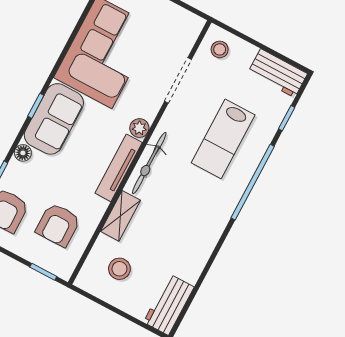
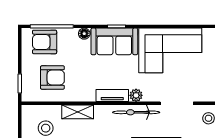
bicycle: (149, 163) -> (136, 112), moved
tv unit: (119, 168) -> (112, 96), width x0.71
armchair: (58, 225) -> (52, 77), turned 180

